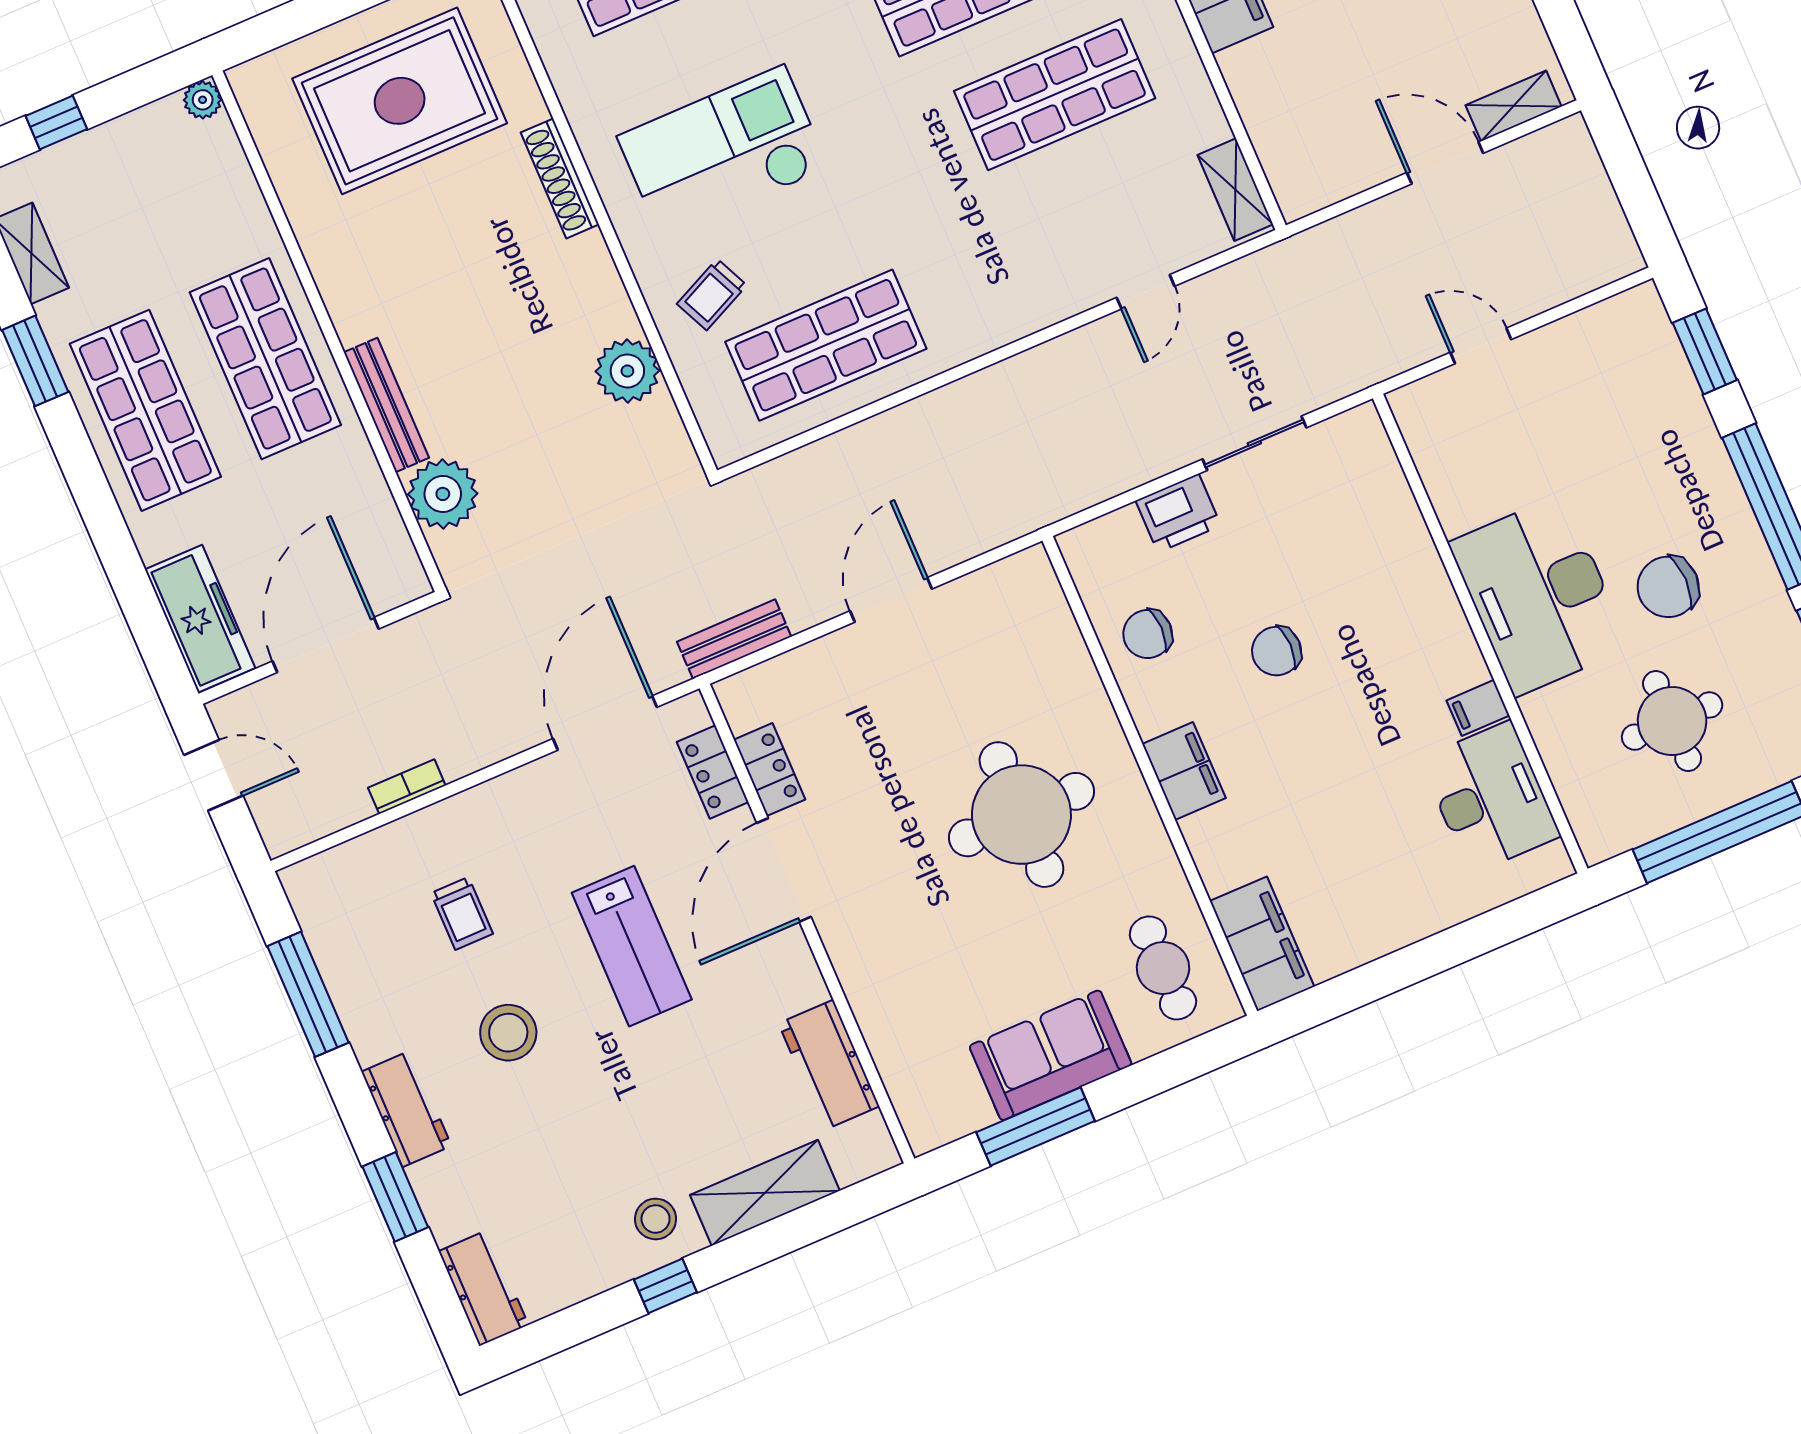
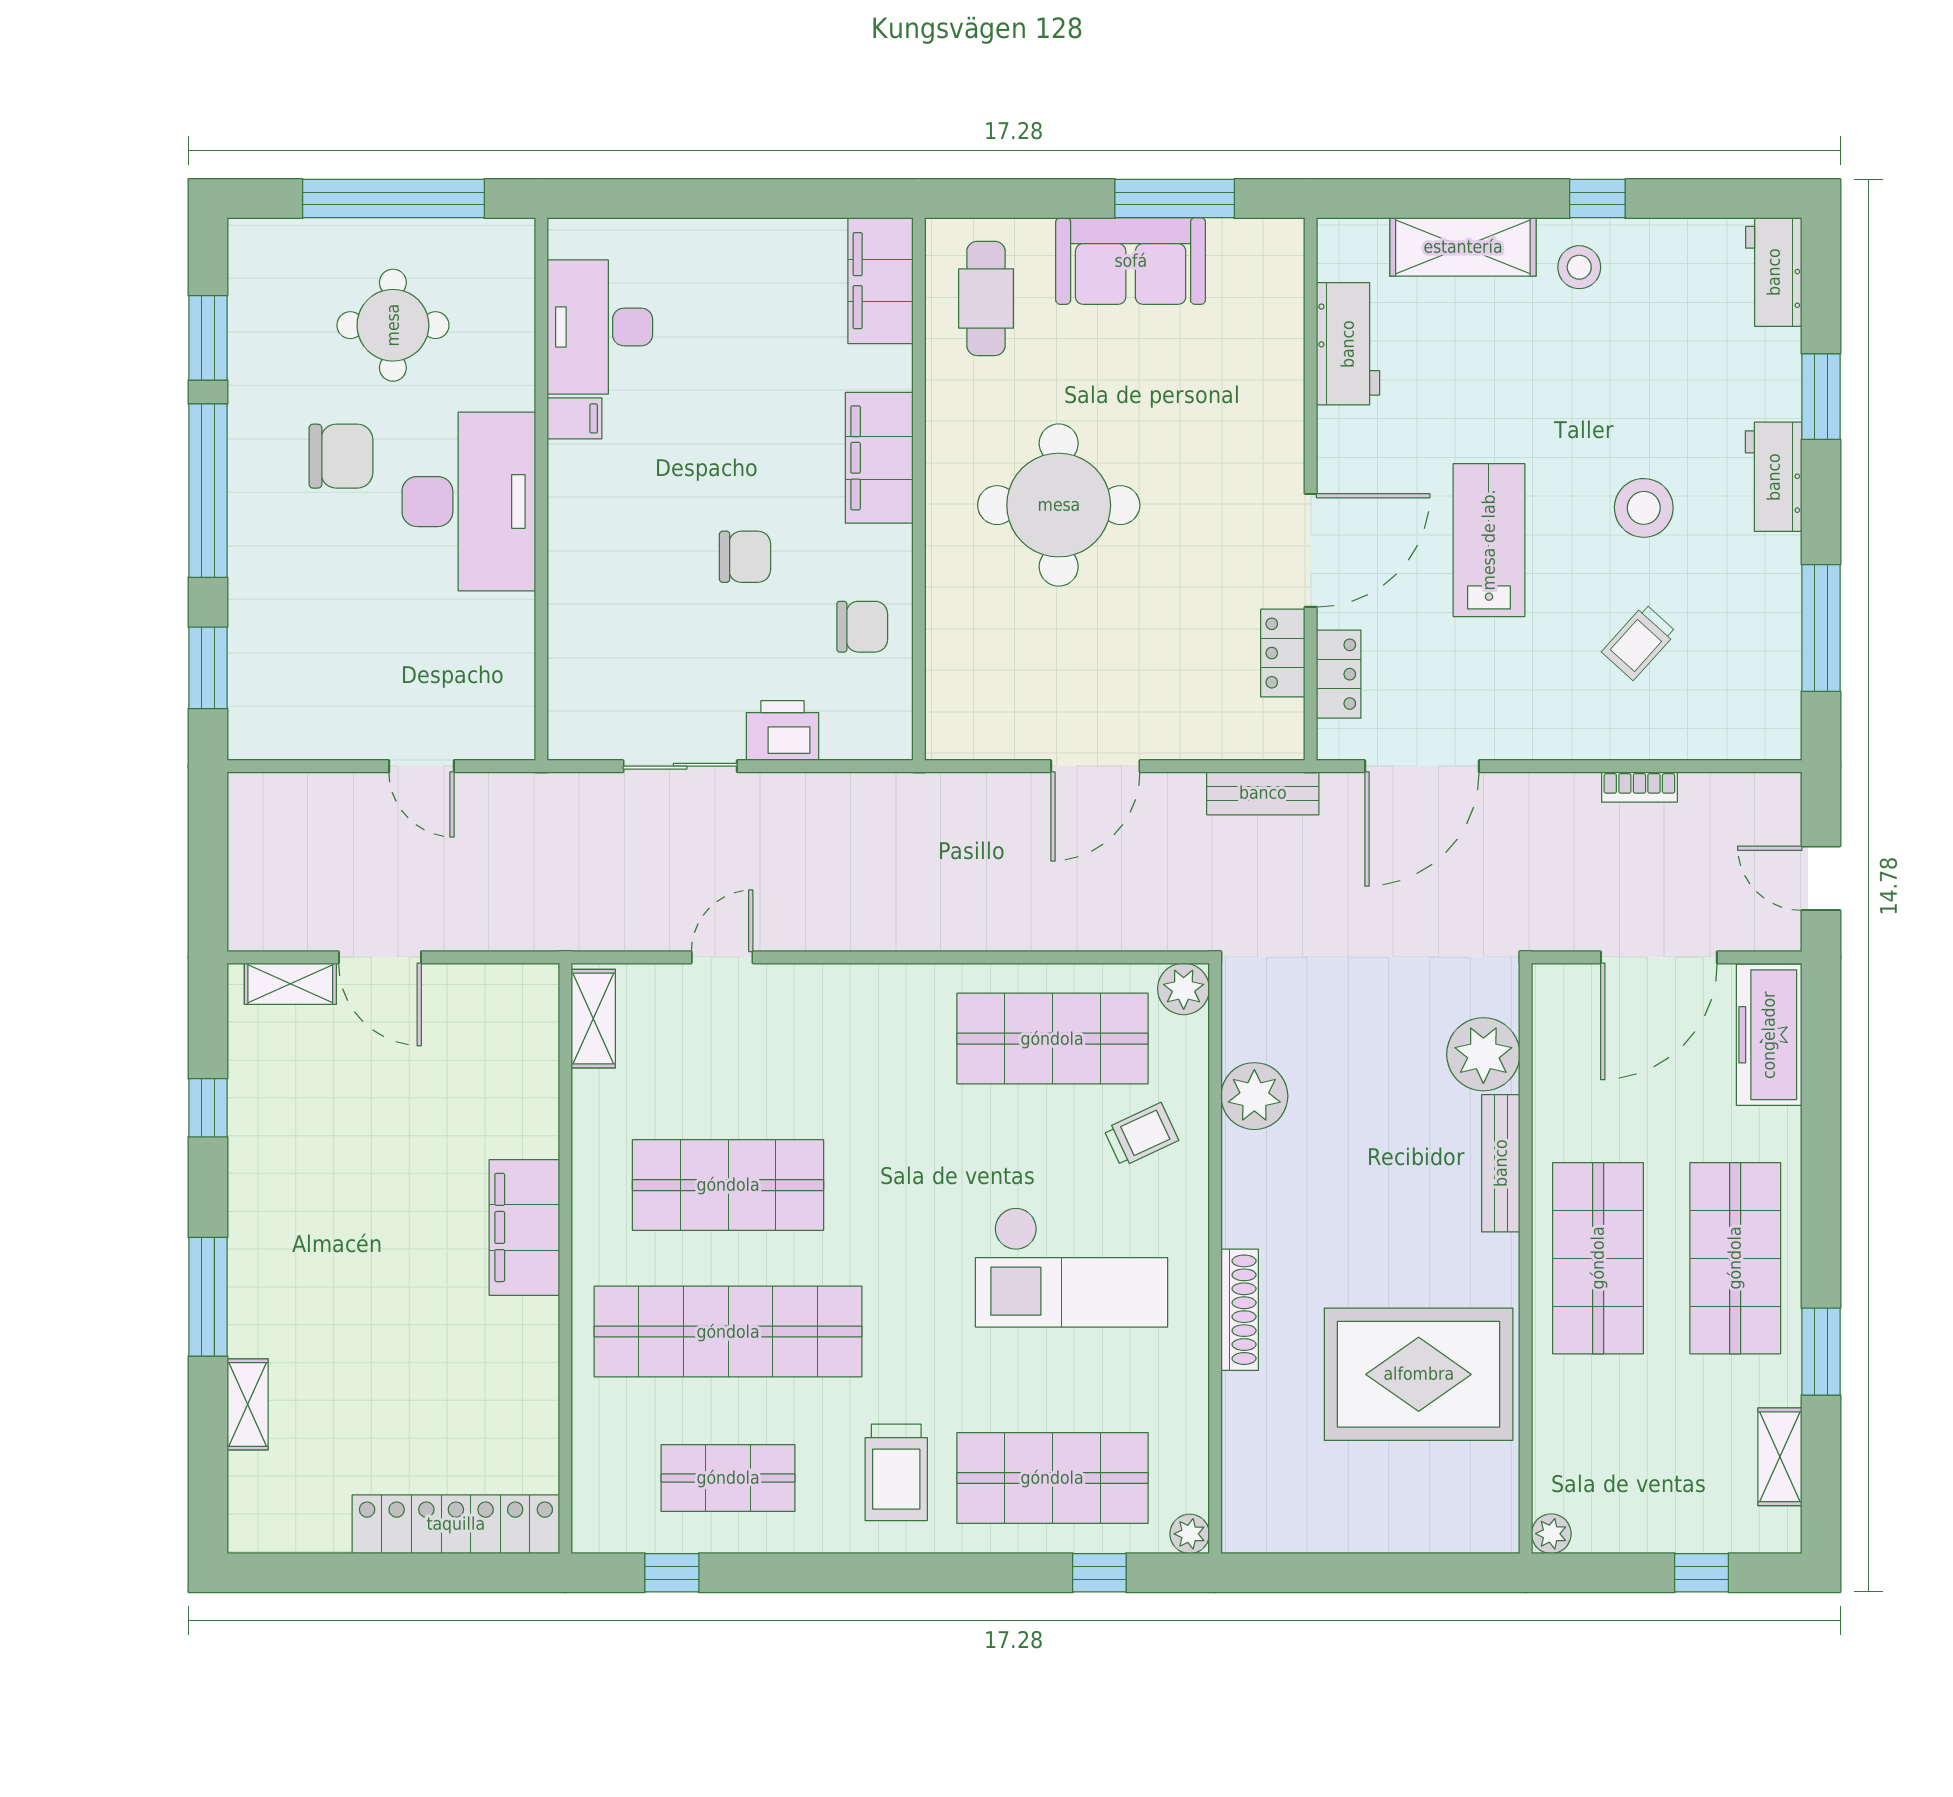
rug: (400, 101) -> (1419, 1374), moved
plant: (730, 438) -> (1184, 989), added
filing cabinet: (1184, 771) -> (879, 458), width x1.50, depth x1.17
trolley: (462, 913) -> (1639, 642), turned -138

